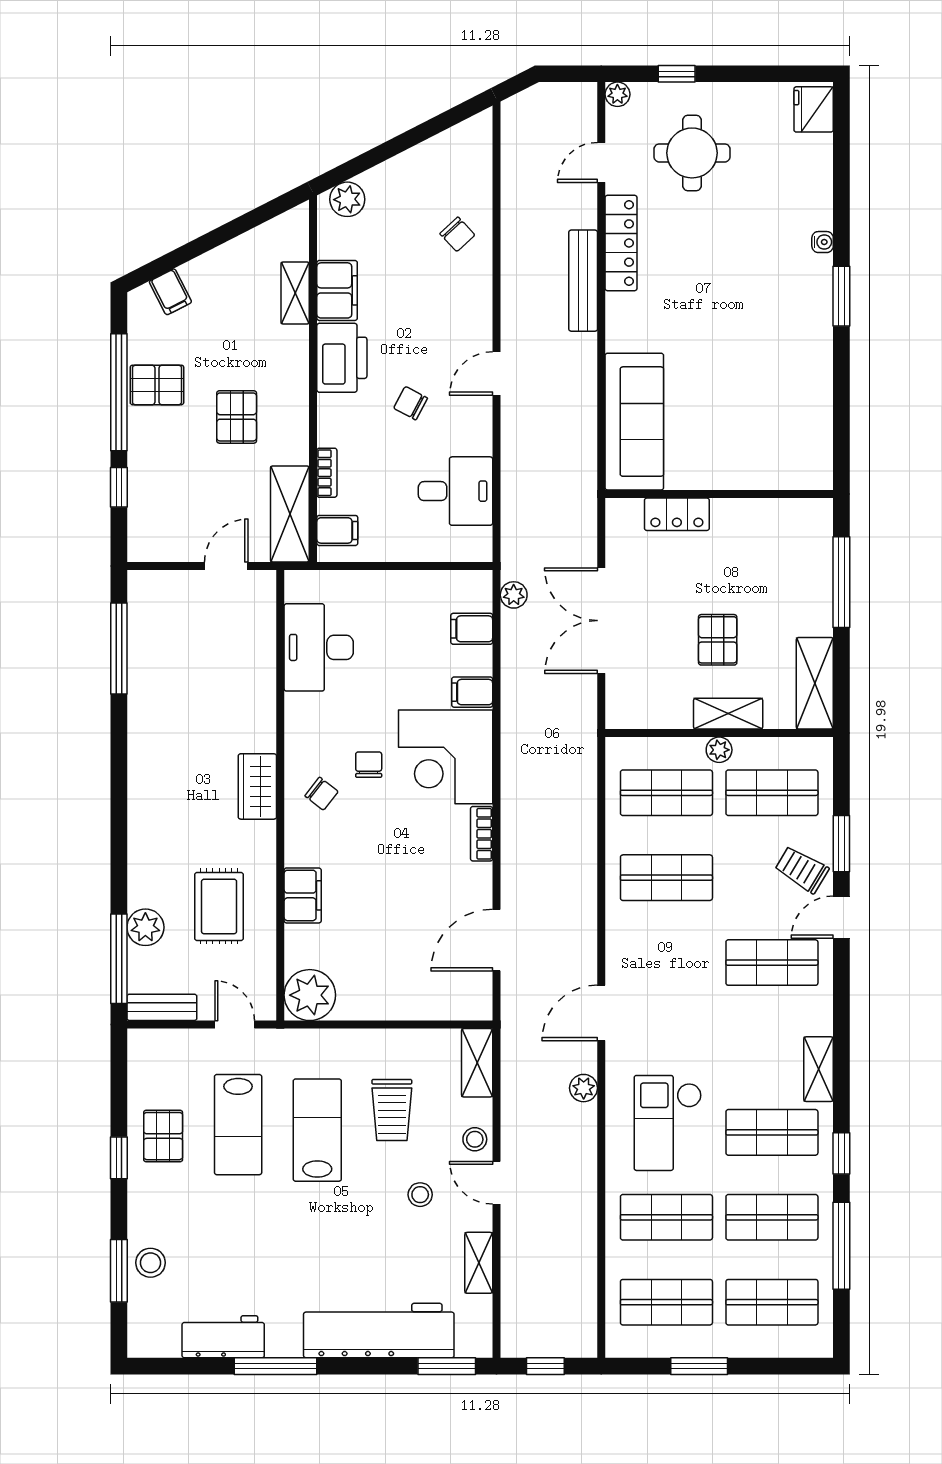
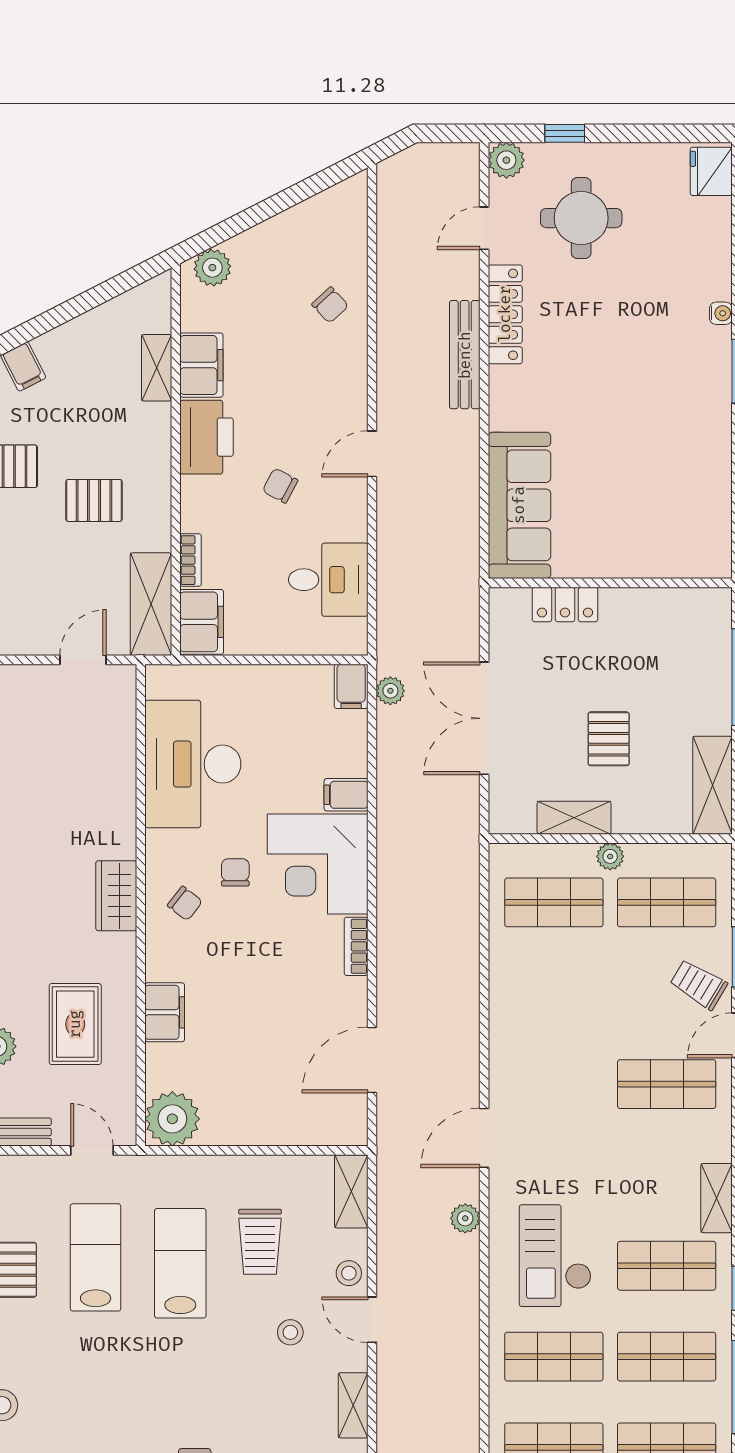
plant: (617, 94) -> (506, 160), width x1.38, depth x1.38
pallet: (237, 417) -> (94, 500), turned 90
filing cabinet: (337, 530) -> (202, 622), width x2.00
filing cabinet: (472, 629) -> (351, 686), moved, turned -90
desk: (319, 647) -> (193, 764), width x1.36, depth x1.30
shelving: (728, 714) -> (574, 818), moved
shop shelf: (666, 878) -> (554, 993), removed
lab bench: (238, 1125) -> (96, 1257), turned 180

